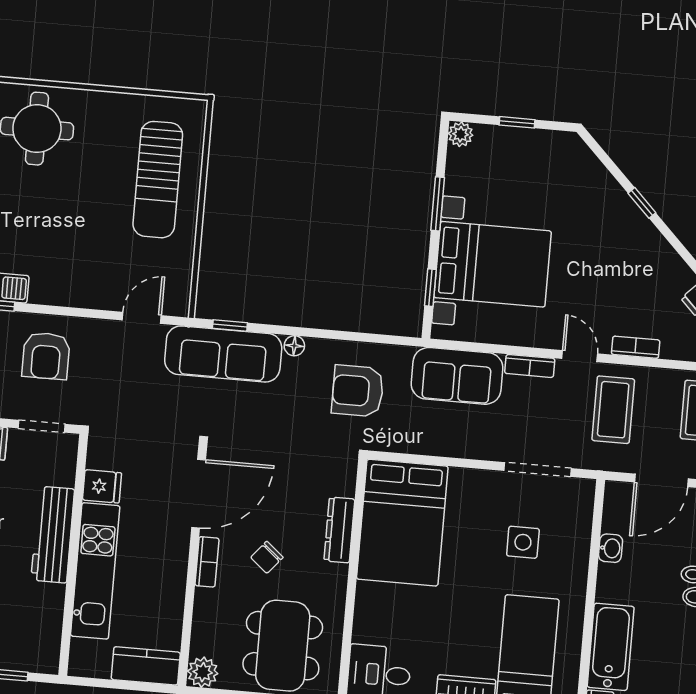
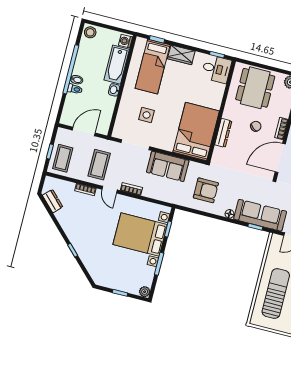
sofa: (457, 376) -> (168, 166), moved, turned 180
washbasin: (611, 548) -> (114, 90), moved

